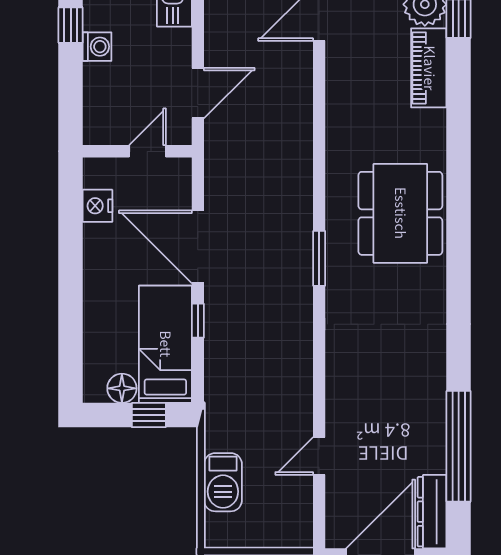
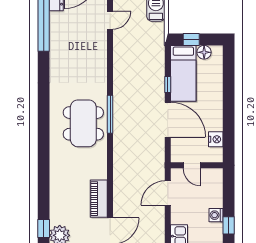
piano: (429, 68) -> (99, 199), moved, turned 180
door: (147, 151) -> (192, 165), hinge flipped
dining table: (400, 213) -> (83, 123), moved
window: (319, 258) -> (110, 114), width x1.44

